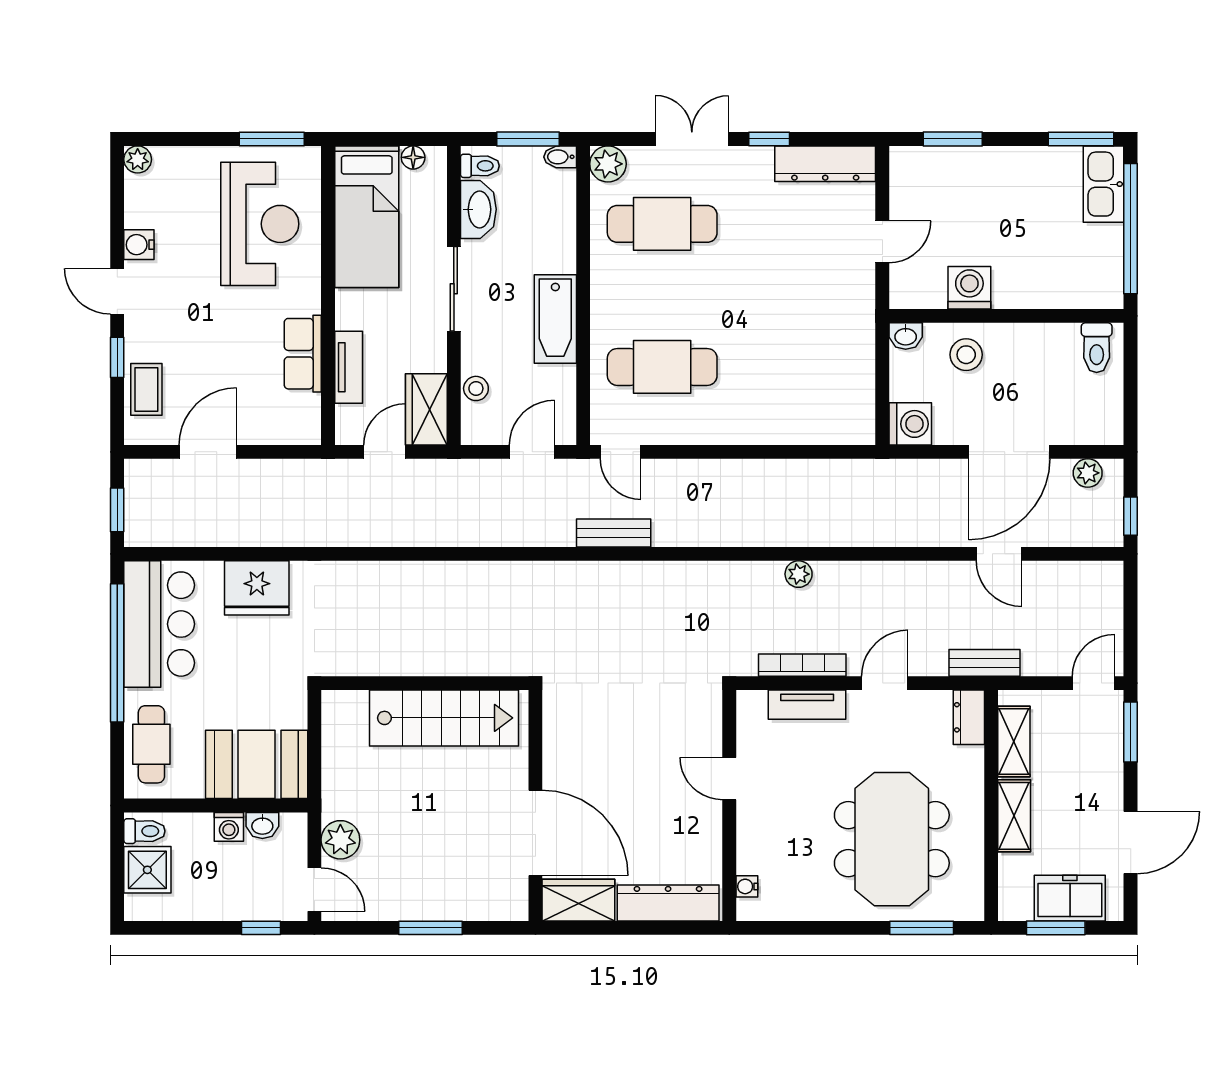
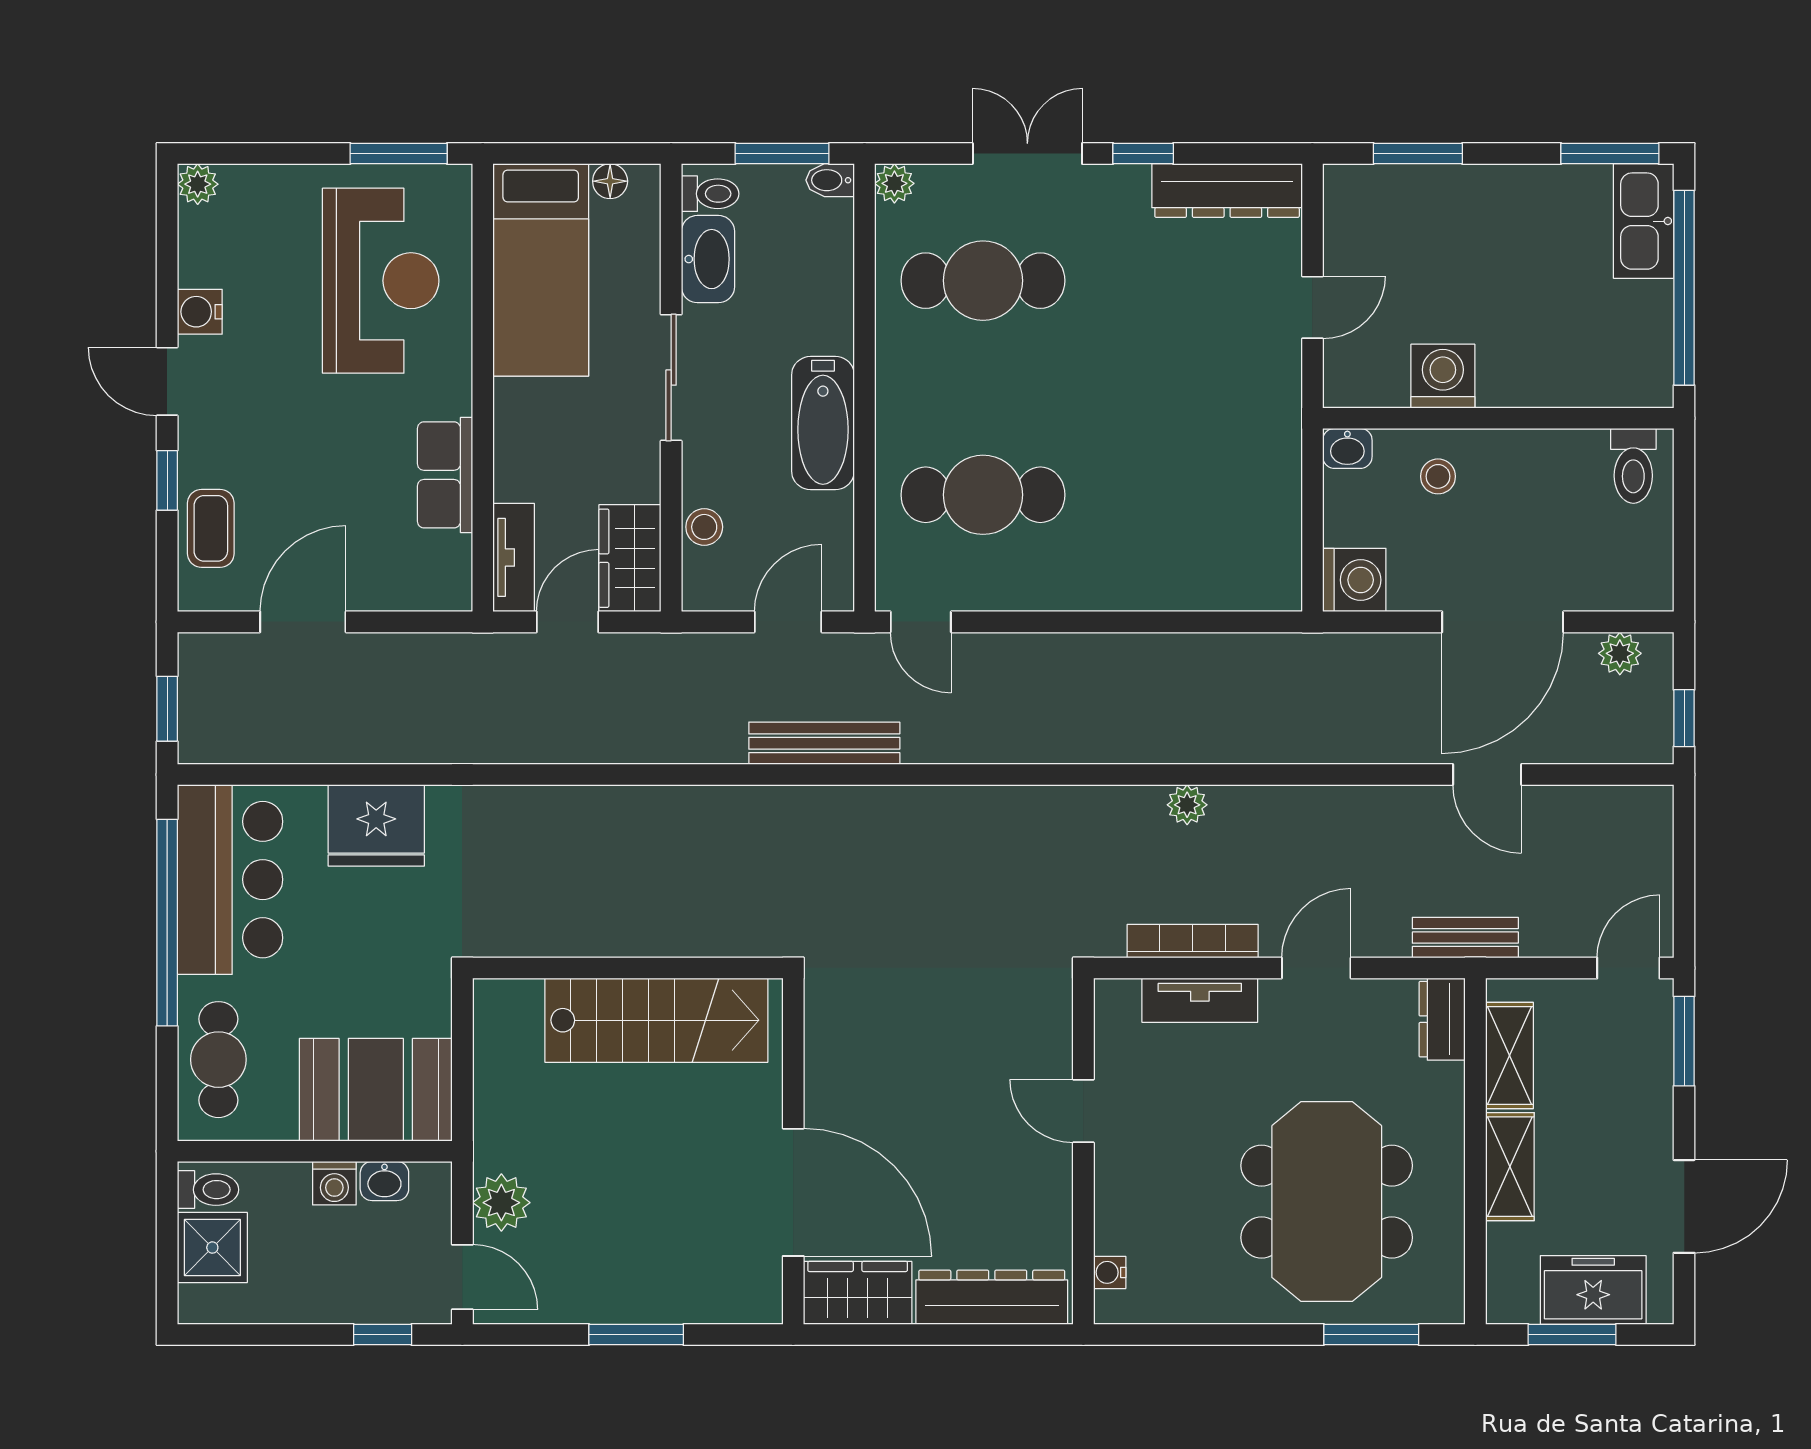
plant: (608, 164) -> (894, 183), width x0.73, depth x0.73
stool: (966, 355) -> (1438, 476), width x0.73, depth x0.73
tv unit: (349, 367) -> (514, 557), moved
bench: (614, 533) -> (824, 743), moved, width x1.36

